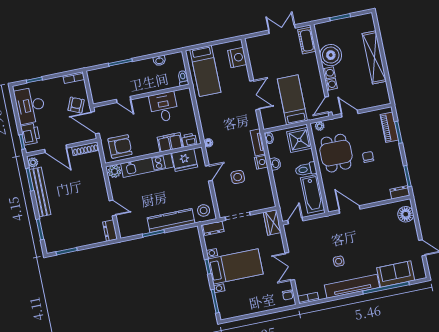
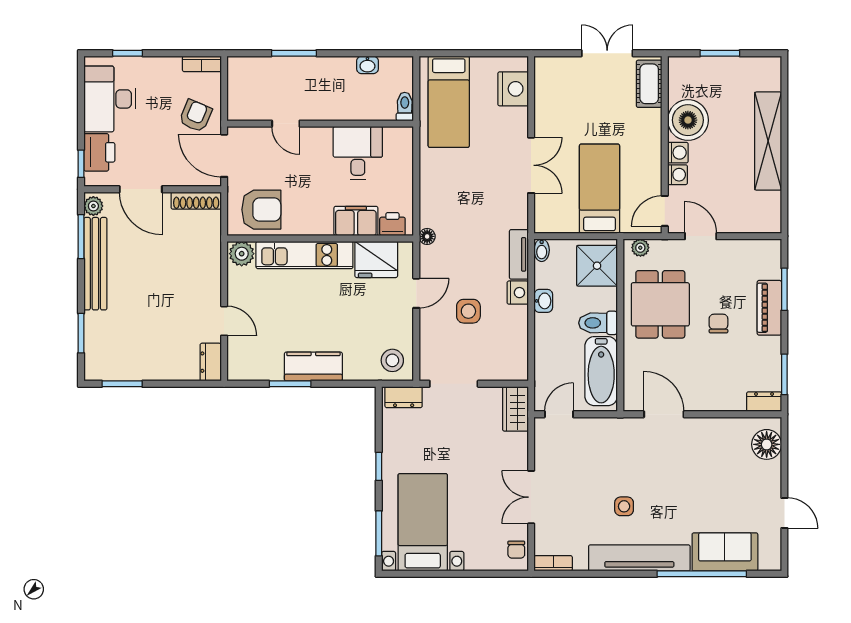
piano: (389, 127) -> (769, 308), moved
kitchen counter: (171, 220) -> (313, 367), width x0.67
bed with nightstands: (235, 266) -> (423, 522), moved, turned -90

